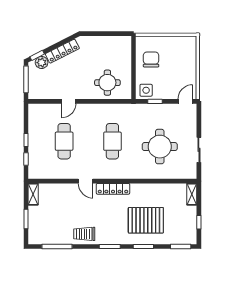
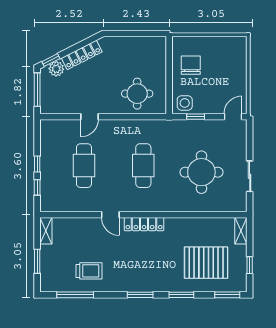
pallet: (146, 220) -> (206, 263), moved
trolley: (84, 234) -> (89, 271), moved, turned 180

